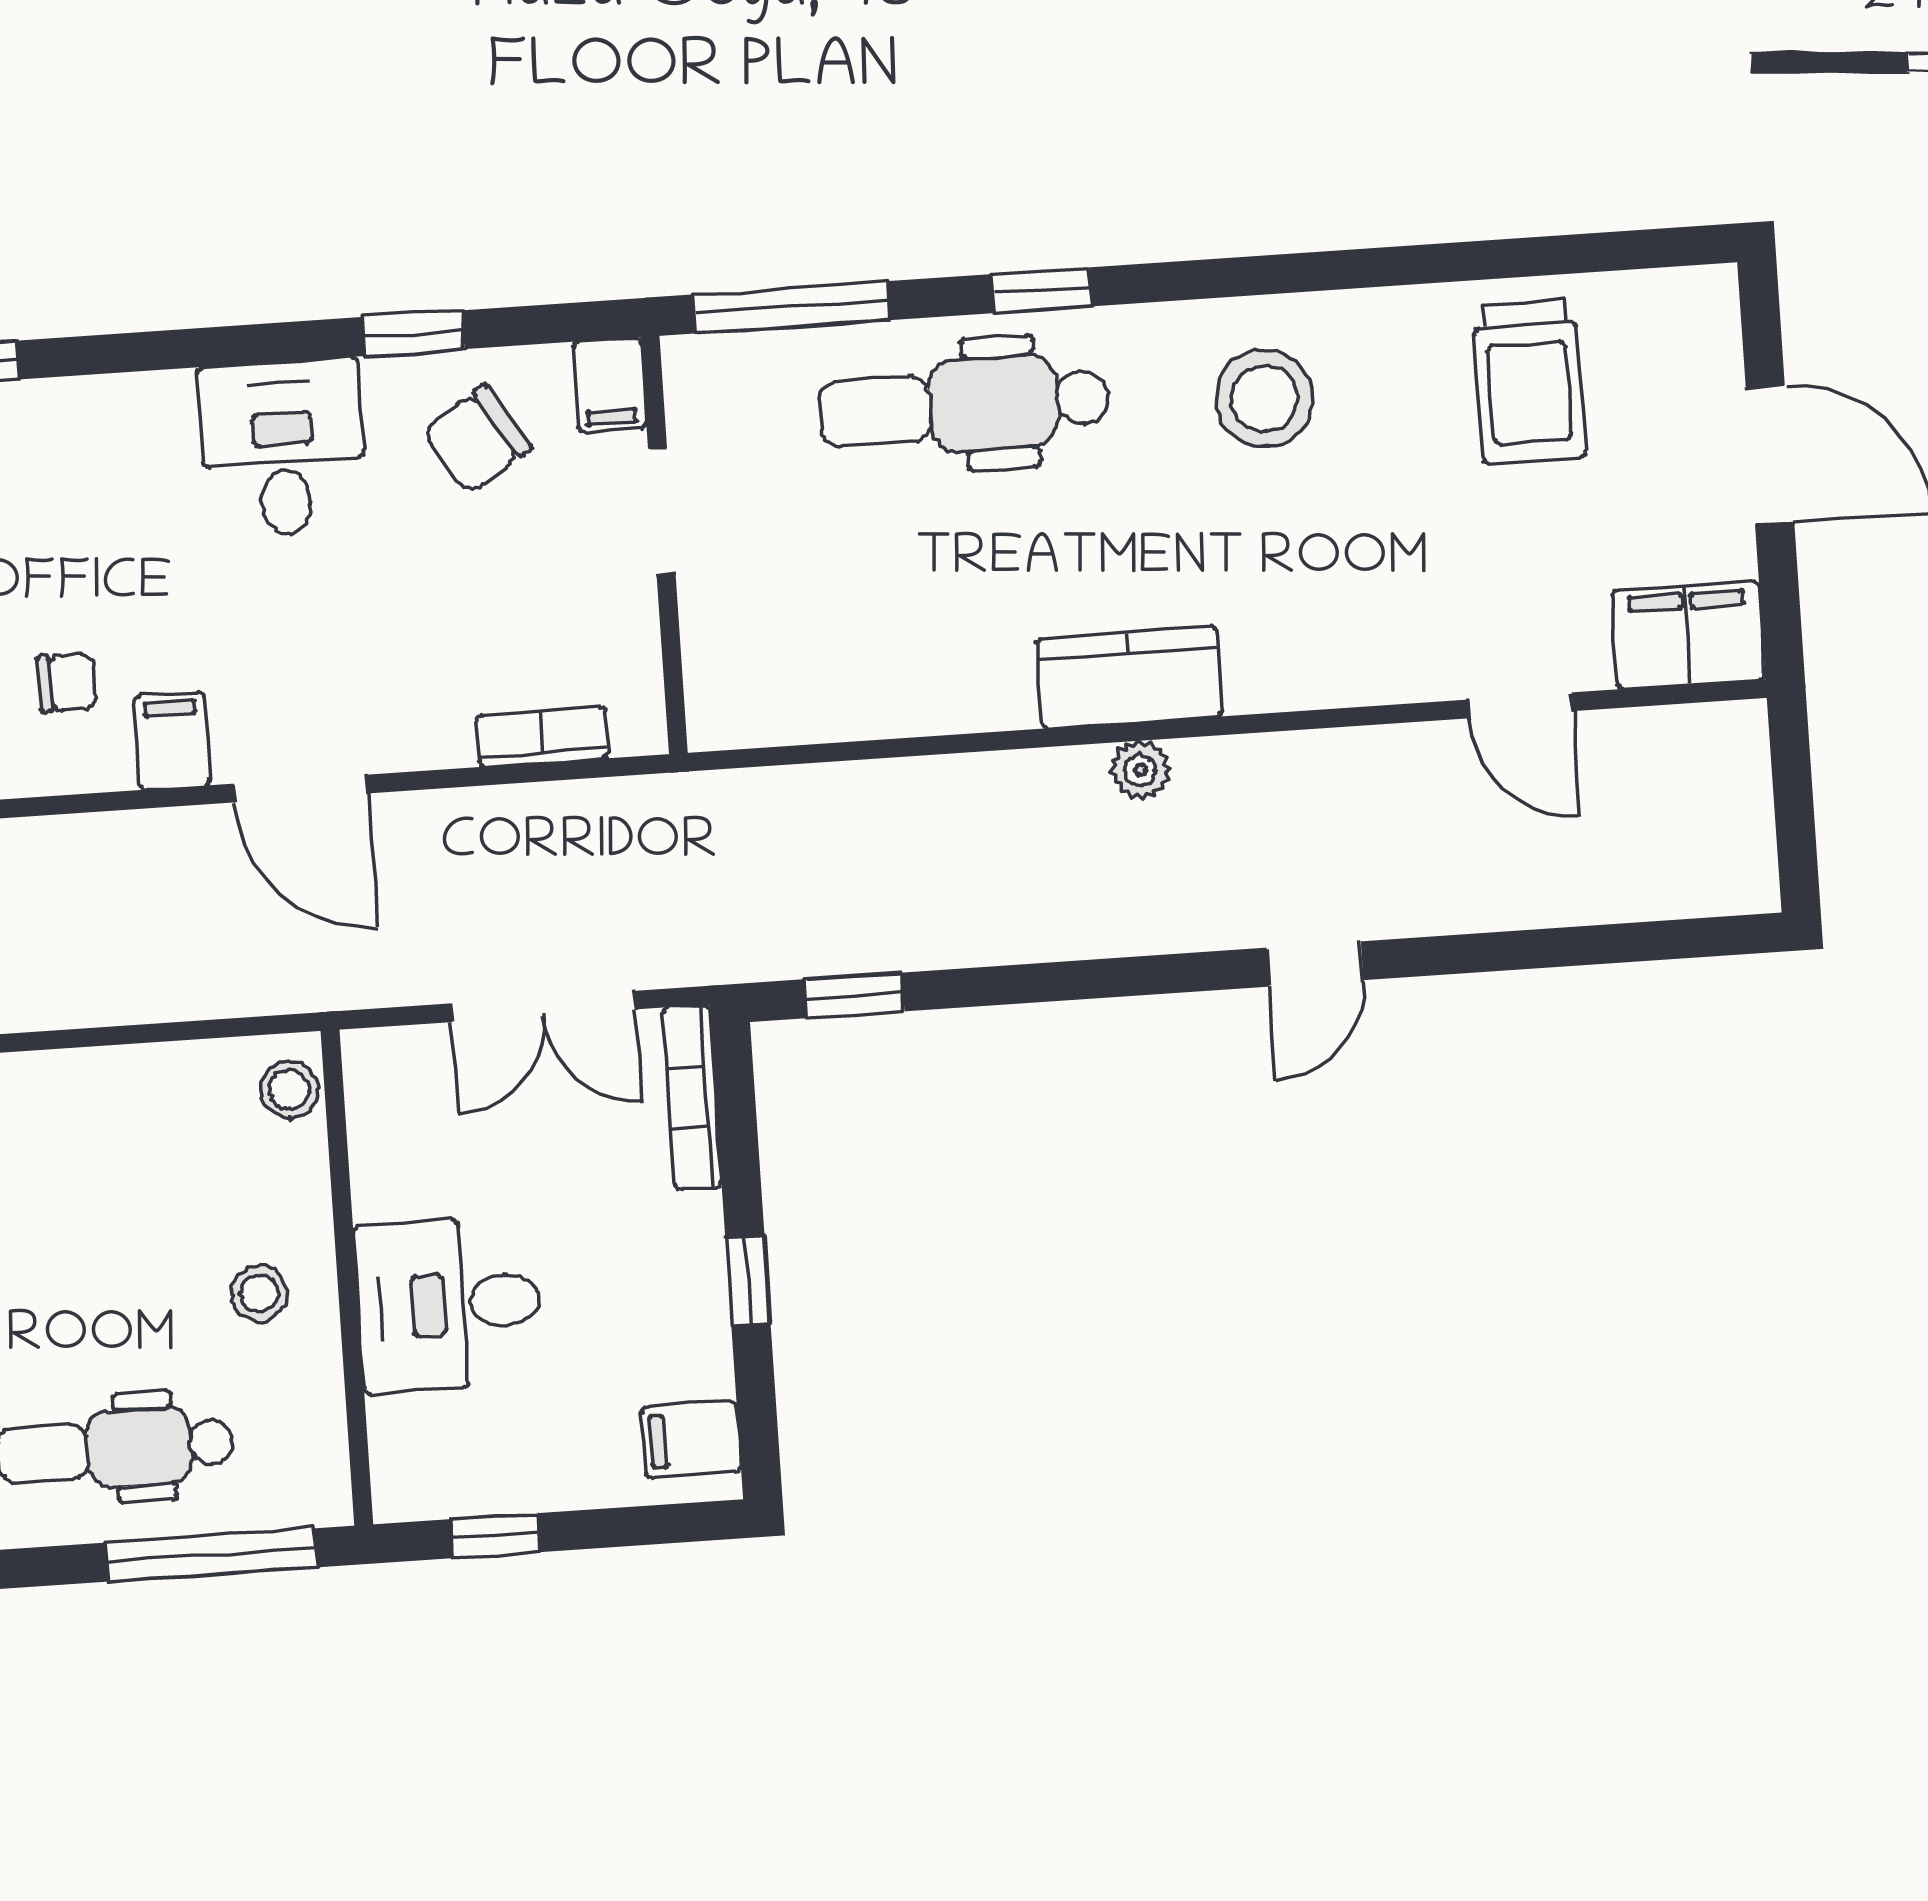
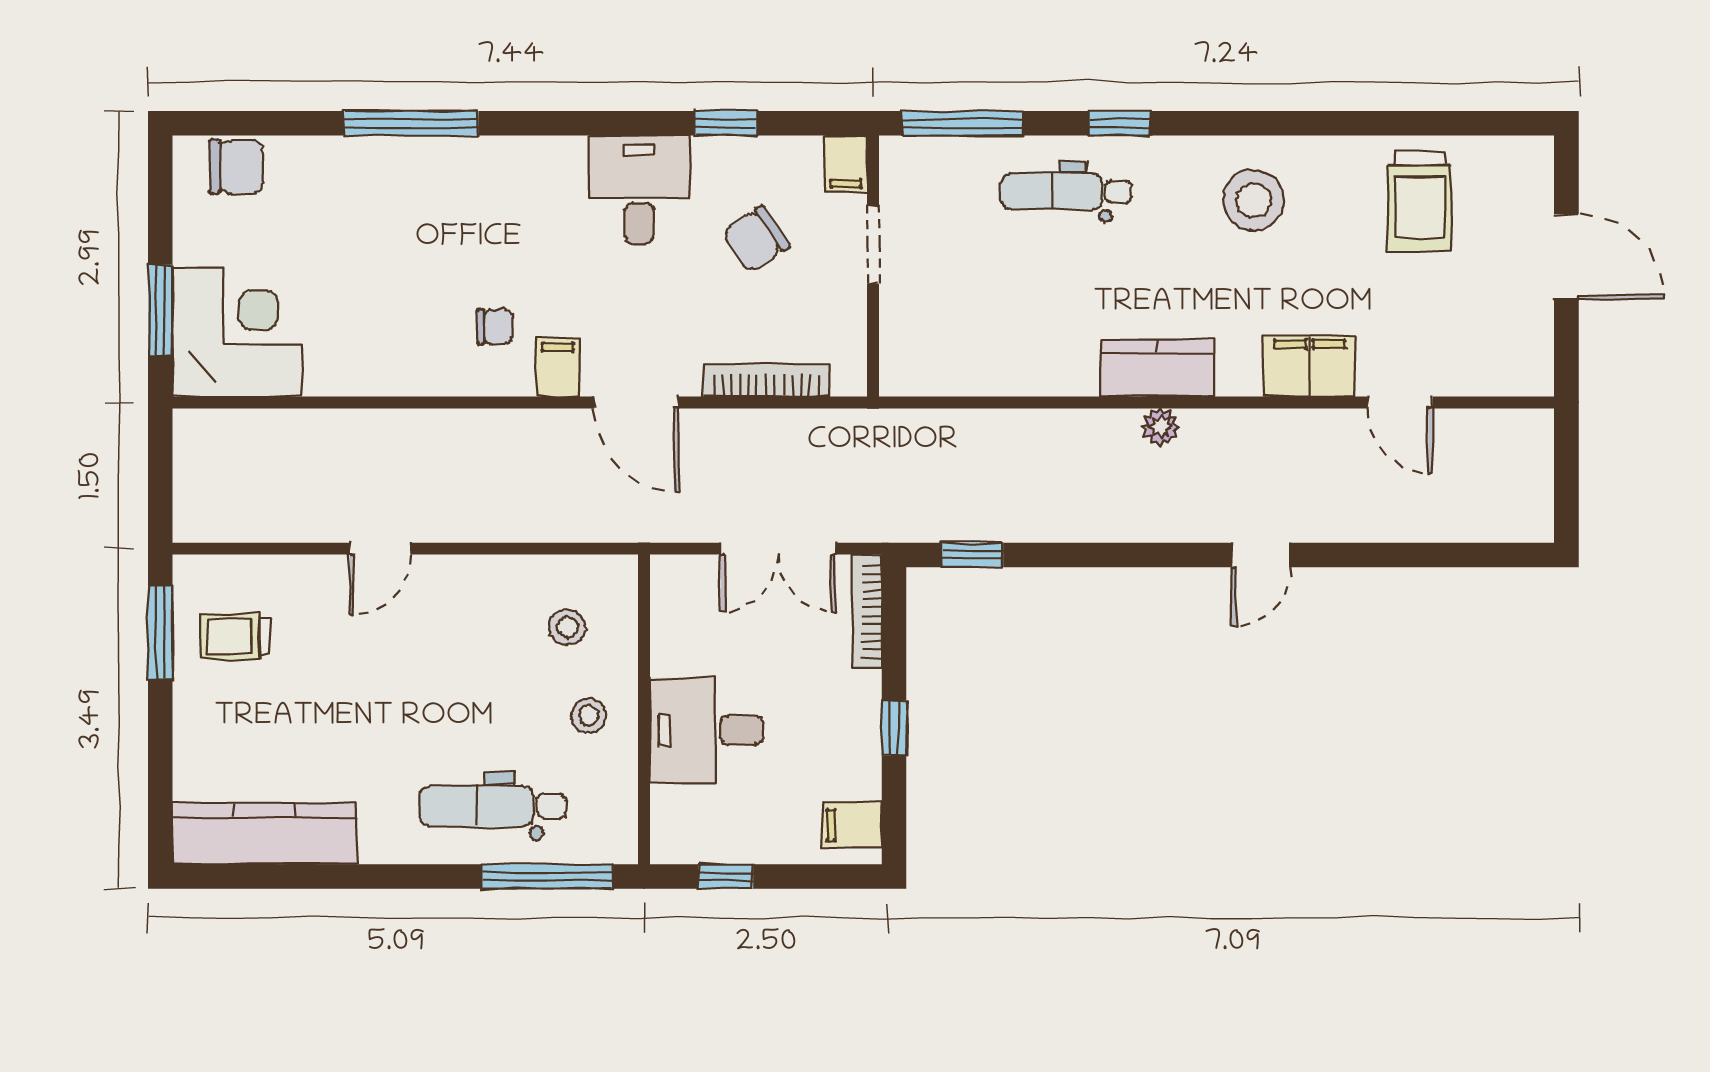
dental chair: (964, 405) -> (1066, 192), width x0.73, depth x0.72
chair: (477, 440) -> (756, 239), moved
filing cabinet: (1689, 635) -> (1310, 366), moved
bookcase: (542, 737) -> (766, 380), width x1.56
stool: (289, 1090) -> (567, 627), moved

